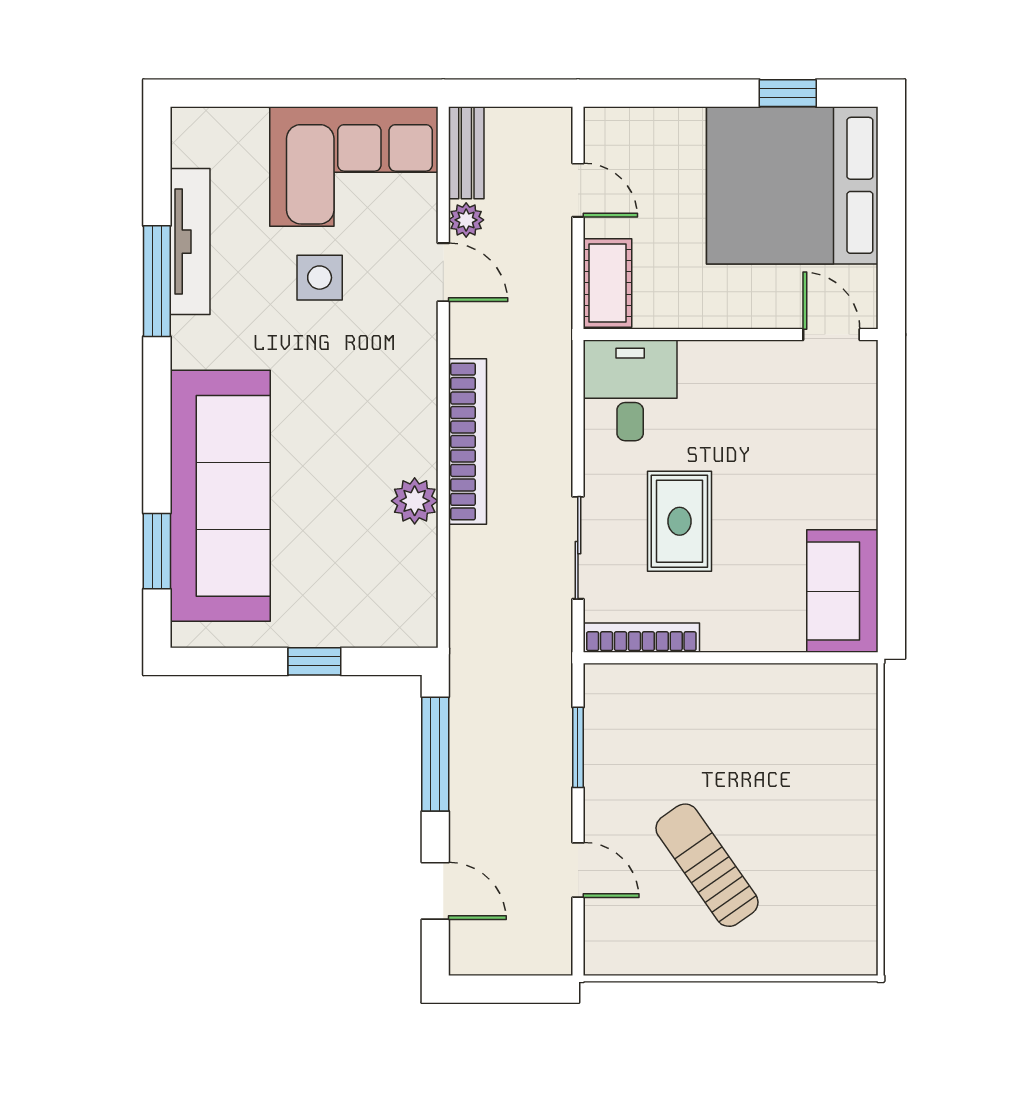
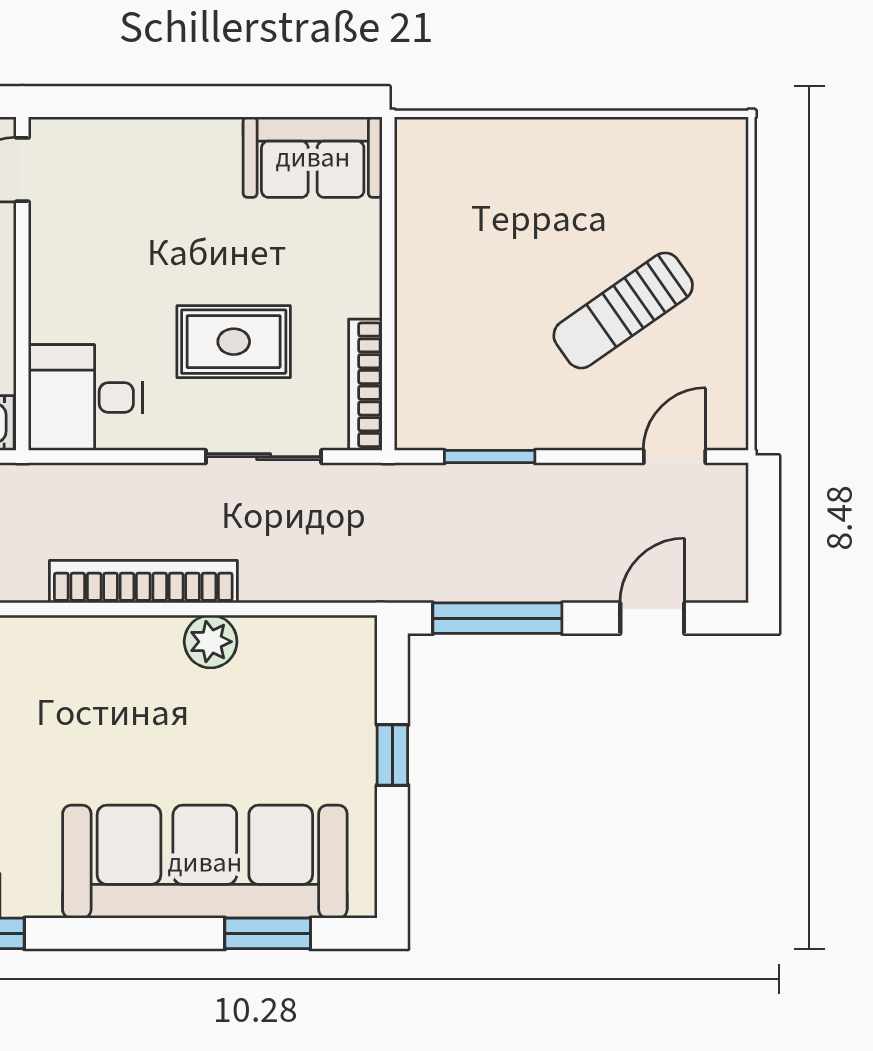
door: (578, 870) -> (675, 457), moved

